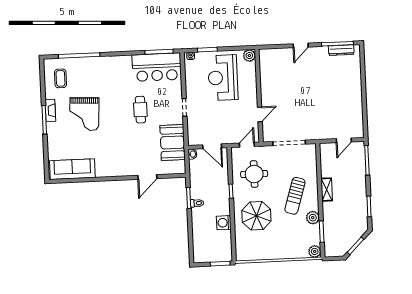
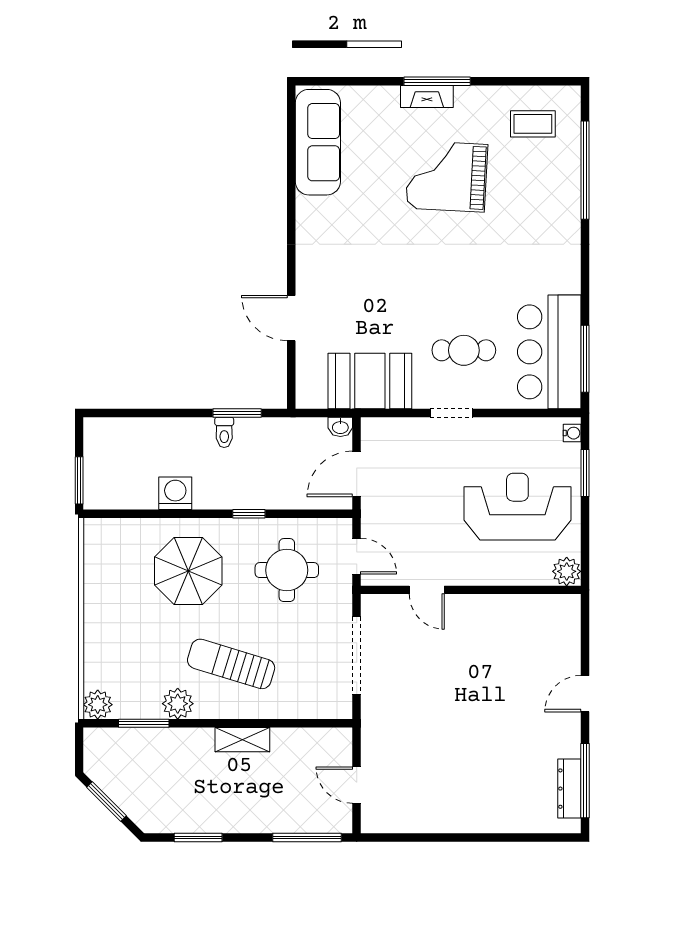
door: (301, 45) -> (585, 694), hinge flipped
cafe table: (140, 110) -> (464, 350), moved
fireplace: (50, 111) -> (427, 96), moved

